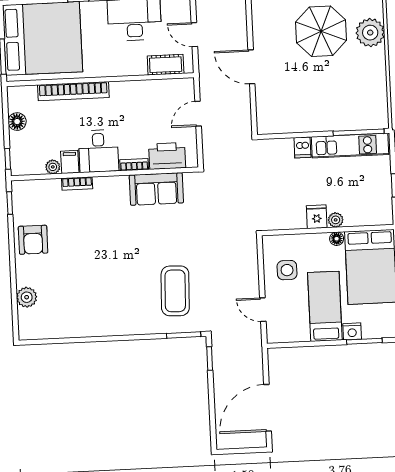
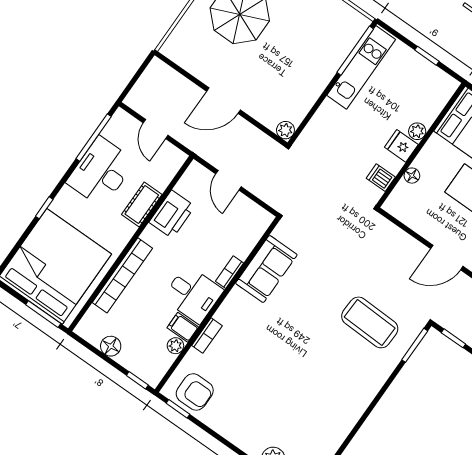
door: (194, 35) -> (156, 129), hinge flipped
cot: (166, 65) -> (142, 205), moved
plant: (264, 127) -> (285, 130), added
dishwasher: (302, 147) -> (381, 178), moved, turned 180
printer: (167, 156) -> (172, 214), moved, turned 180
floor lamp: (337, 239) -> (412, 176), moved
armchair: (33, 240) -> (195, 392), moved
side table: (287, 270) -> (428, 209), removed
door: (263, 310) -> (447, 257), width x1.38

